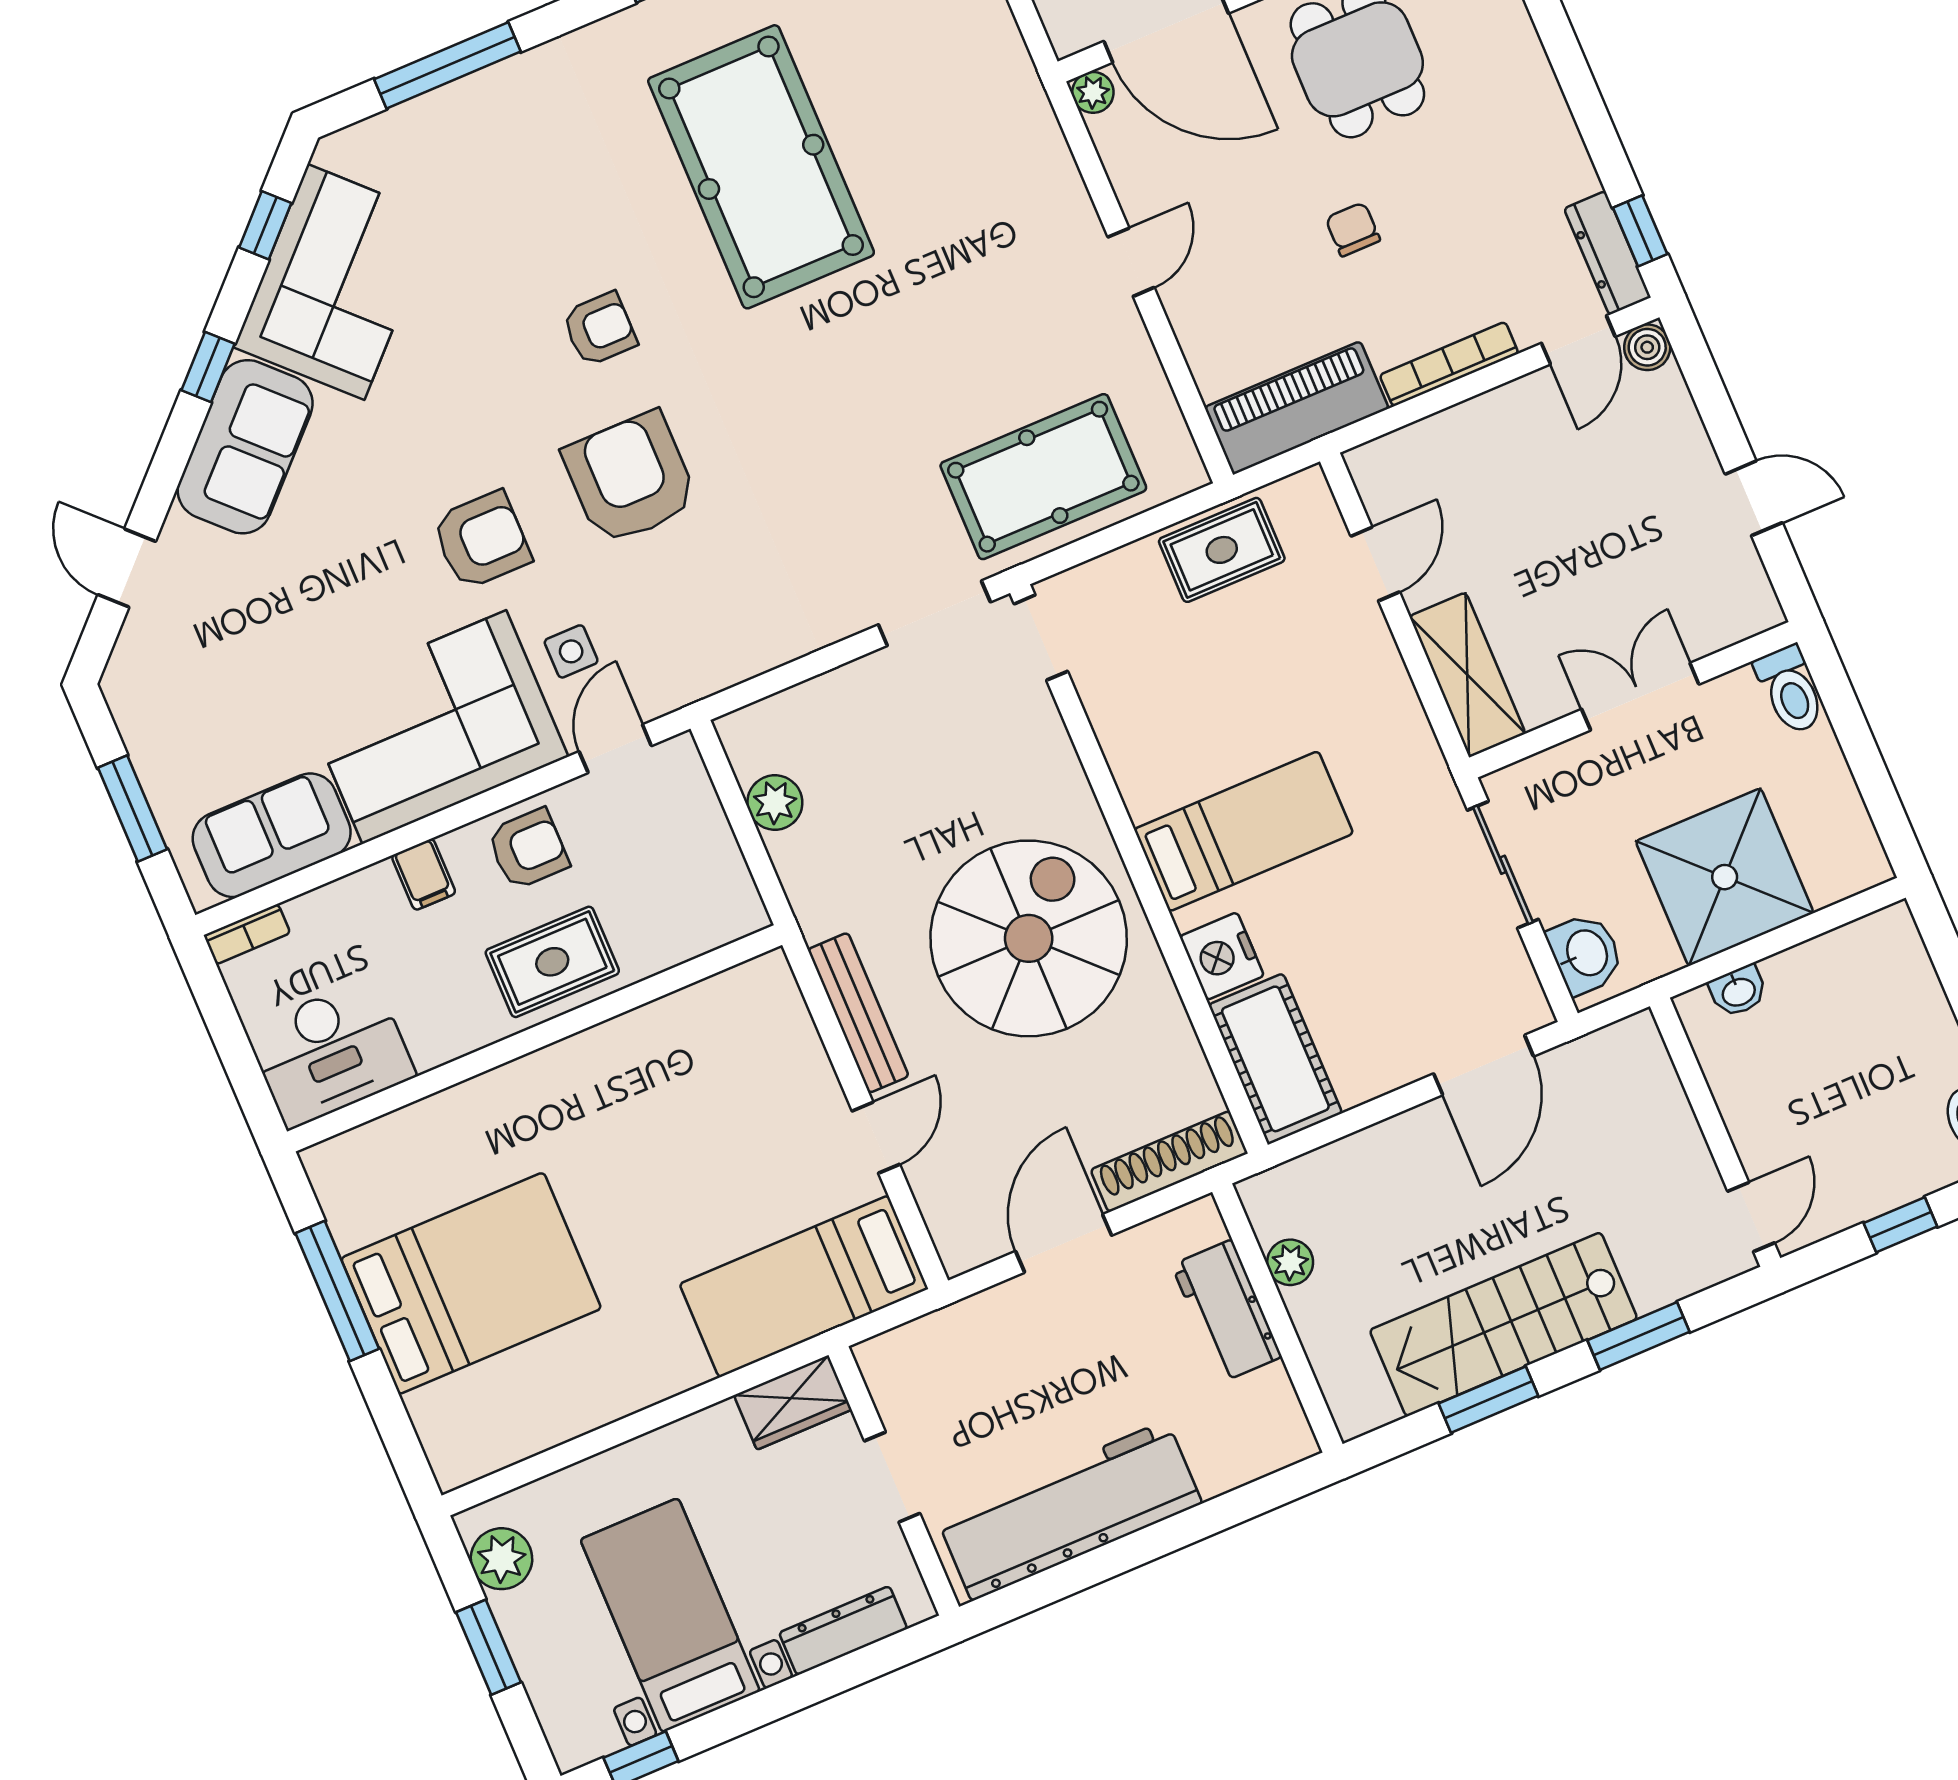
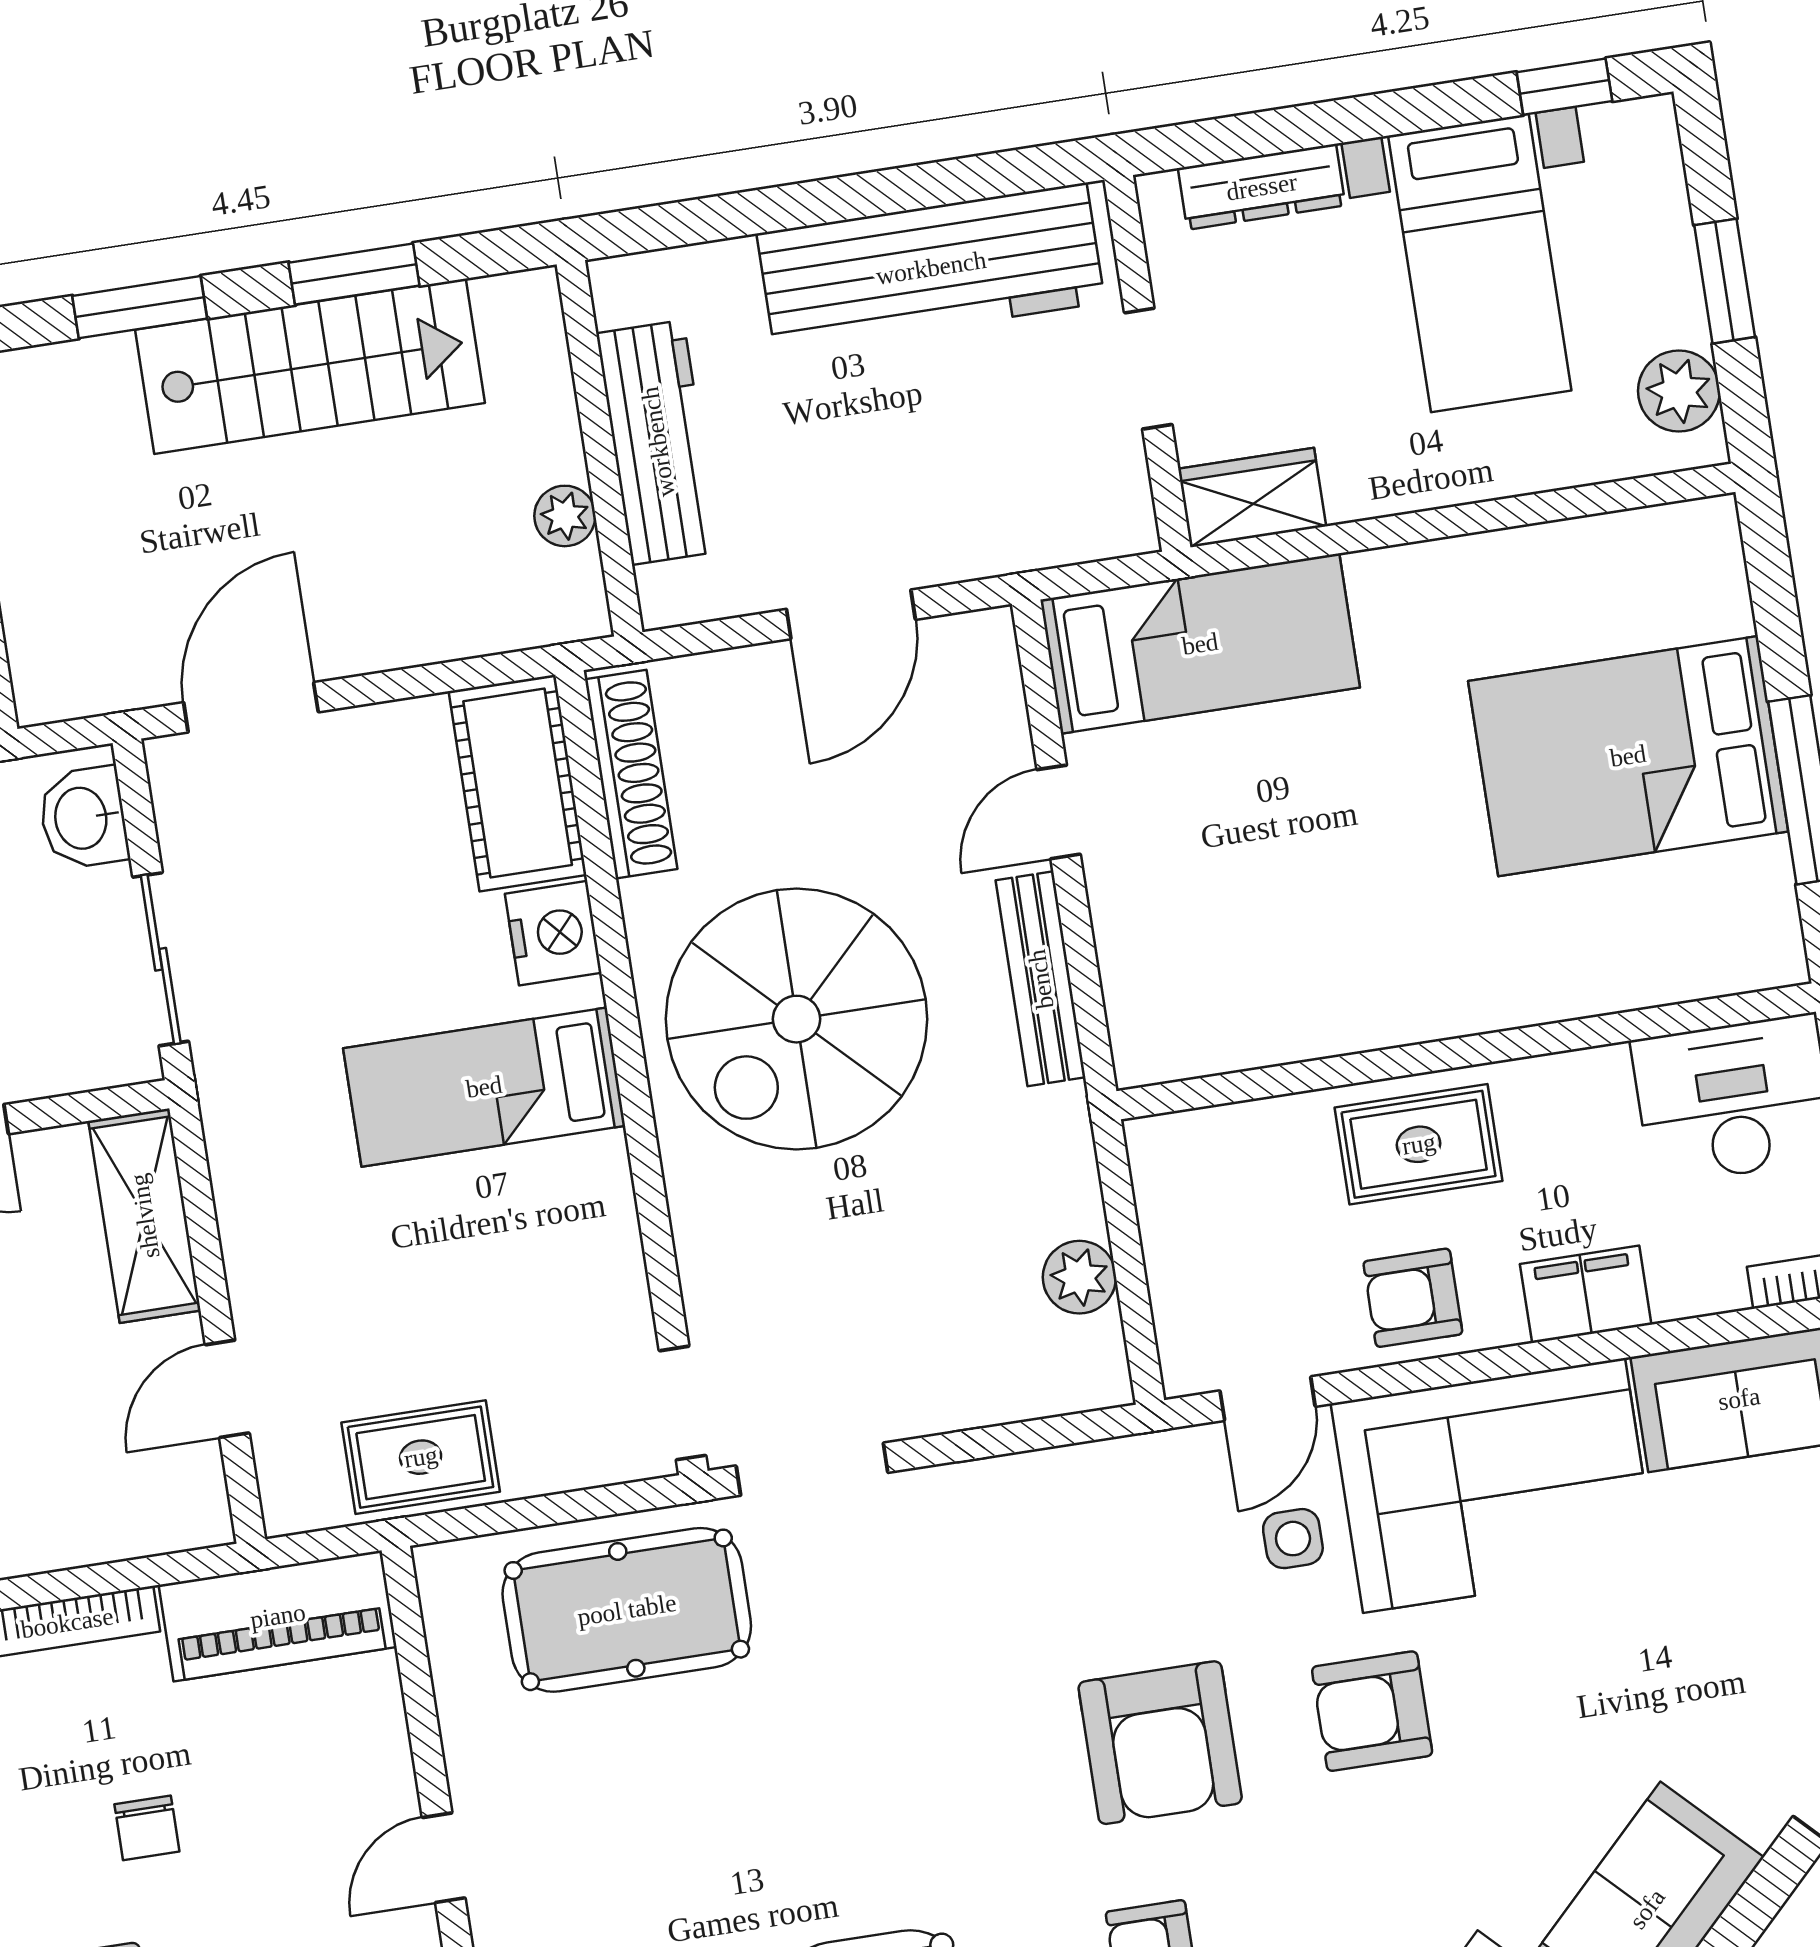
filing cabinet: (424, 874) -> (1586, 1294), width x2.00
shoe rack: (1169, 1161) -> (631, 774), moved, turned -90
workbench: (1227, 1311) -> (658, 442), width x1.38

